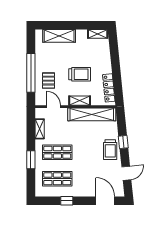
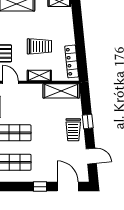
shelving: (92, 114) -> (61, 91), width x0.68
door: (126, 173) -> (91, 156), hinge flipped
window: (67, 201) -> (40, 187), moved

